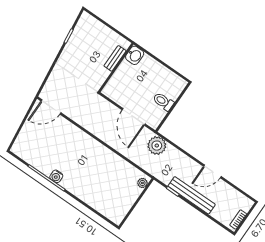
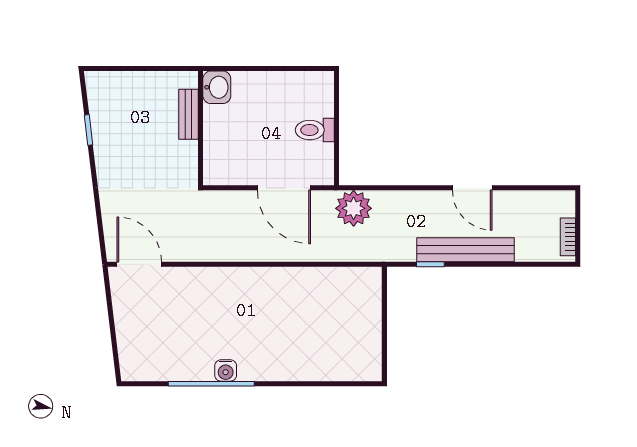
door: (51, 107) -> (139, 264), swing flipped
door: (212, 171) -> (472, 188), hinge flipped
plant: (142, 183) -> (372, 285), removed

